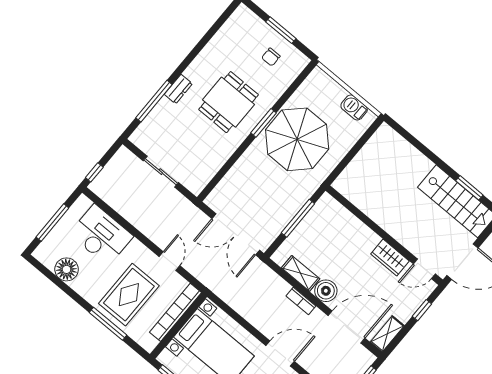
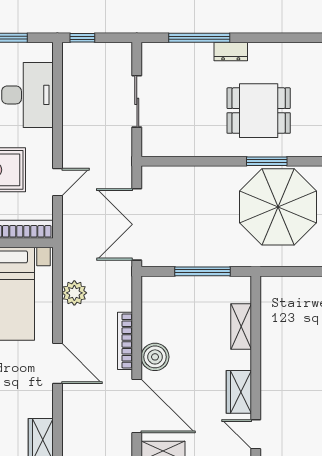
shelving: (301, 273) -> (241, 326), moved
bookcase: (301, 301) -> (125, 341), width x1.56
plant: (246, 307) -> (74, 293), added

